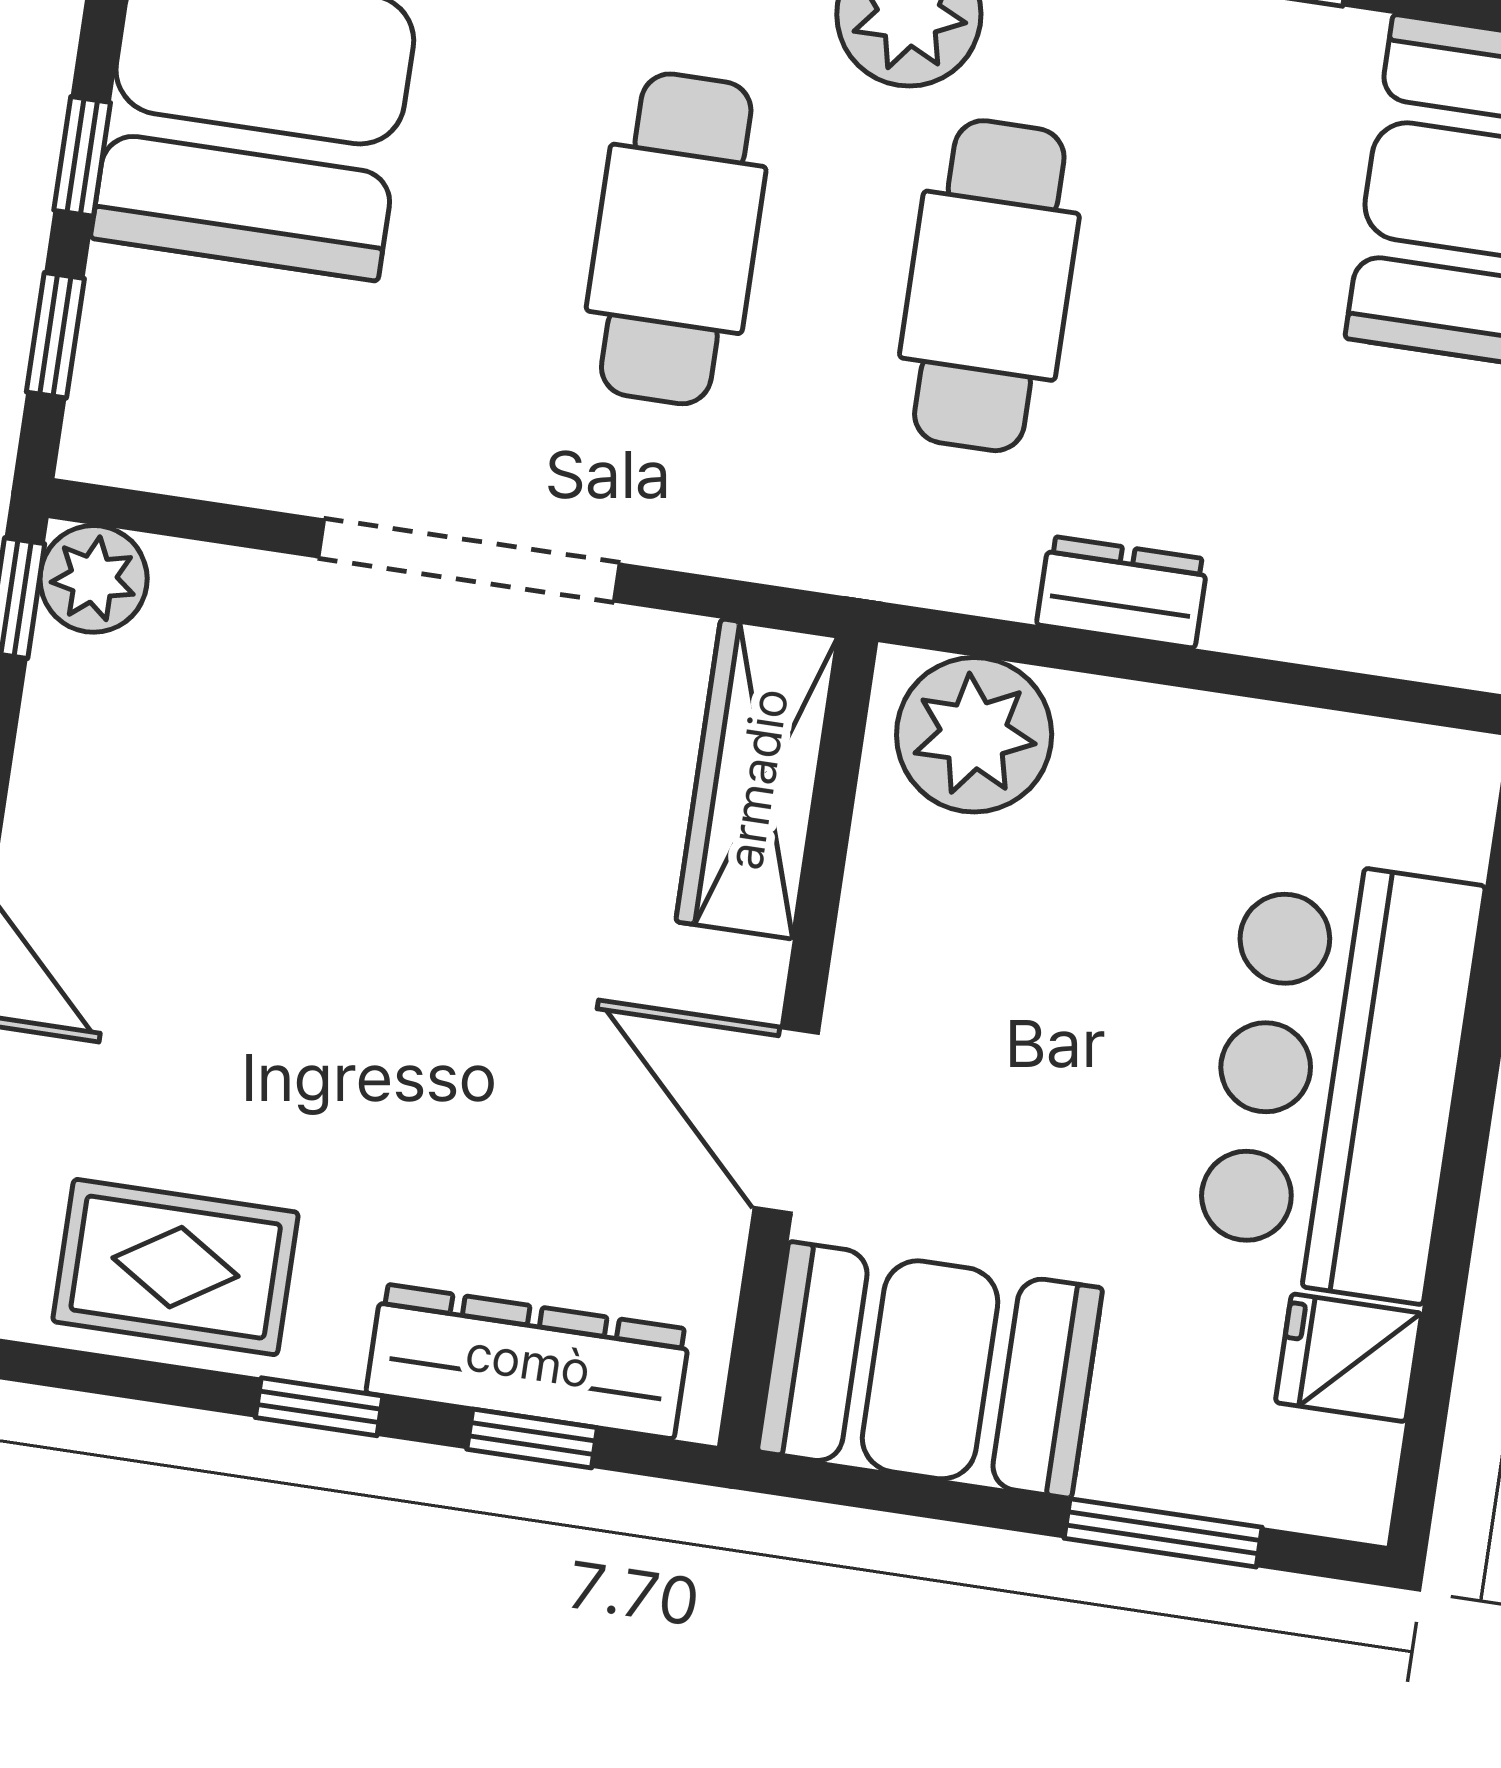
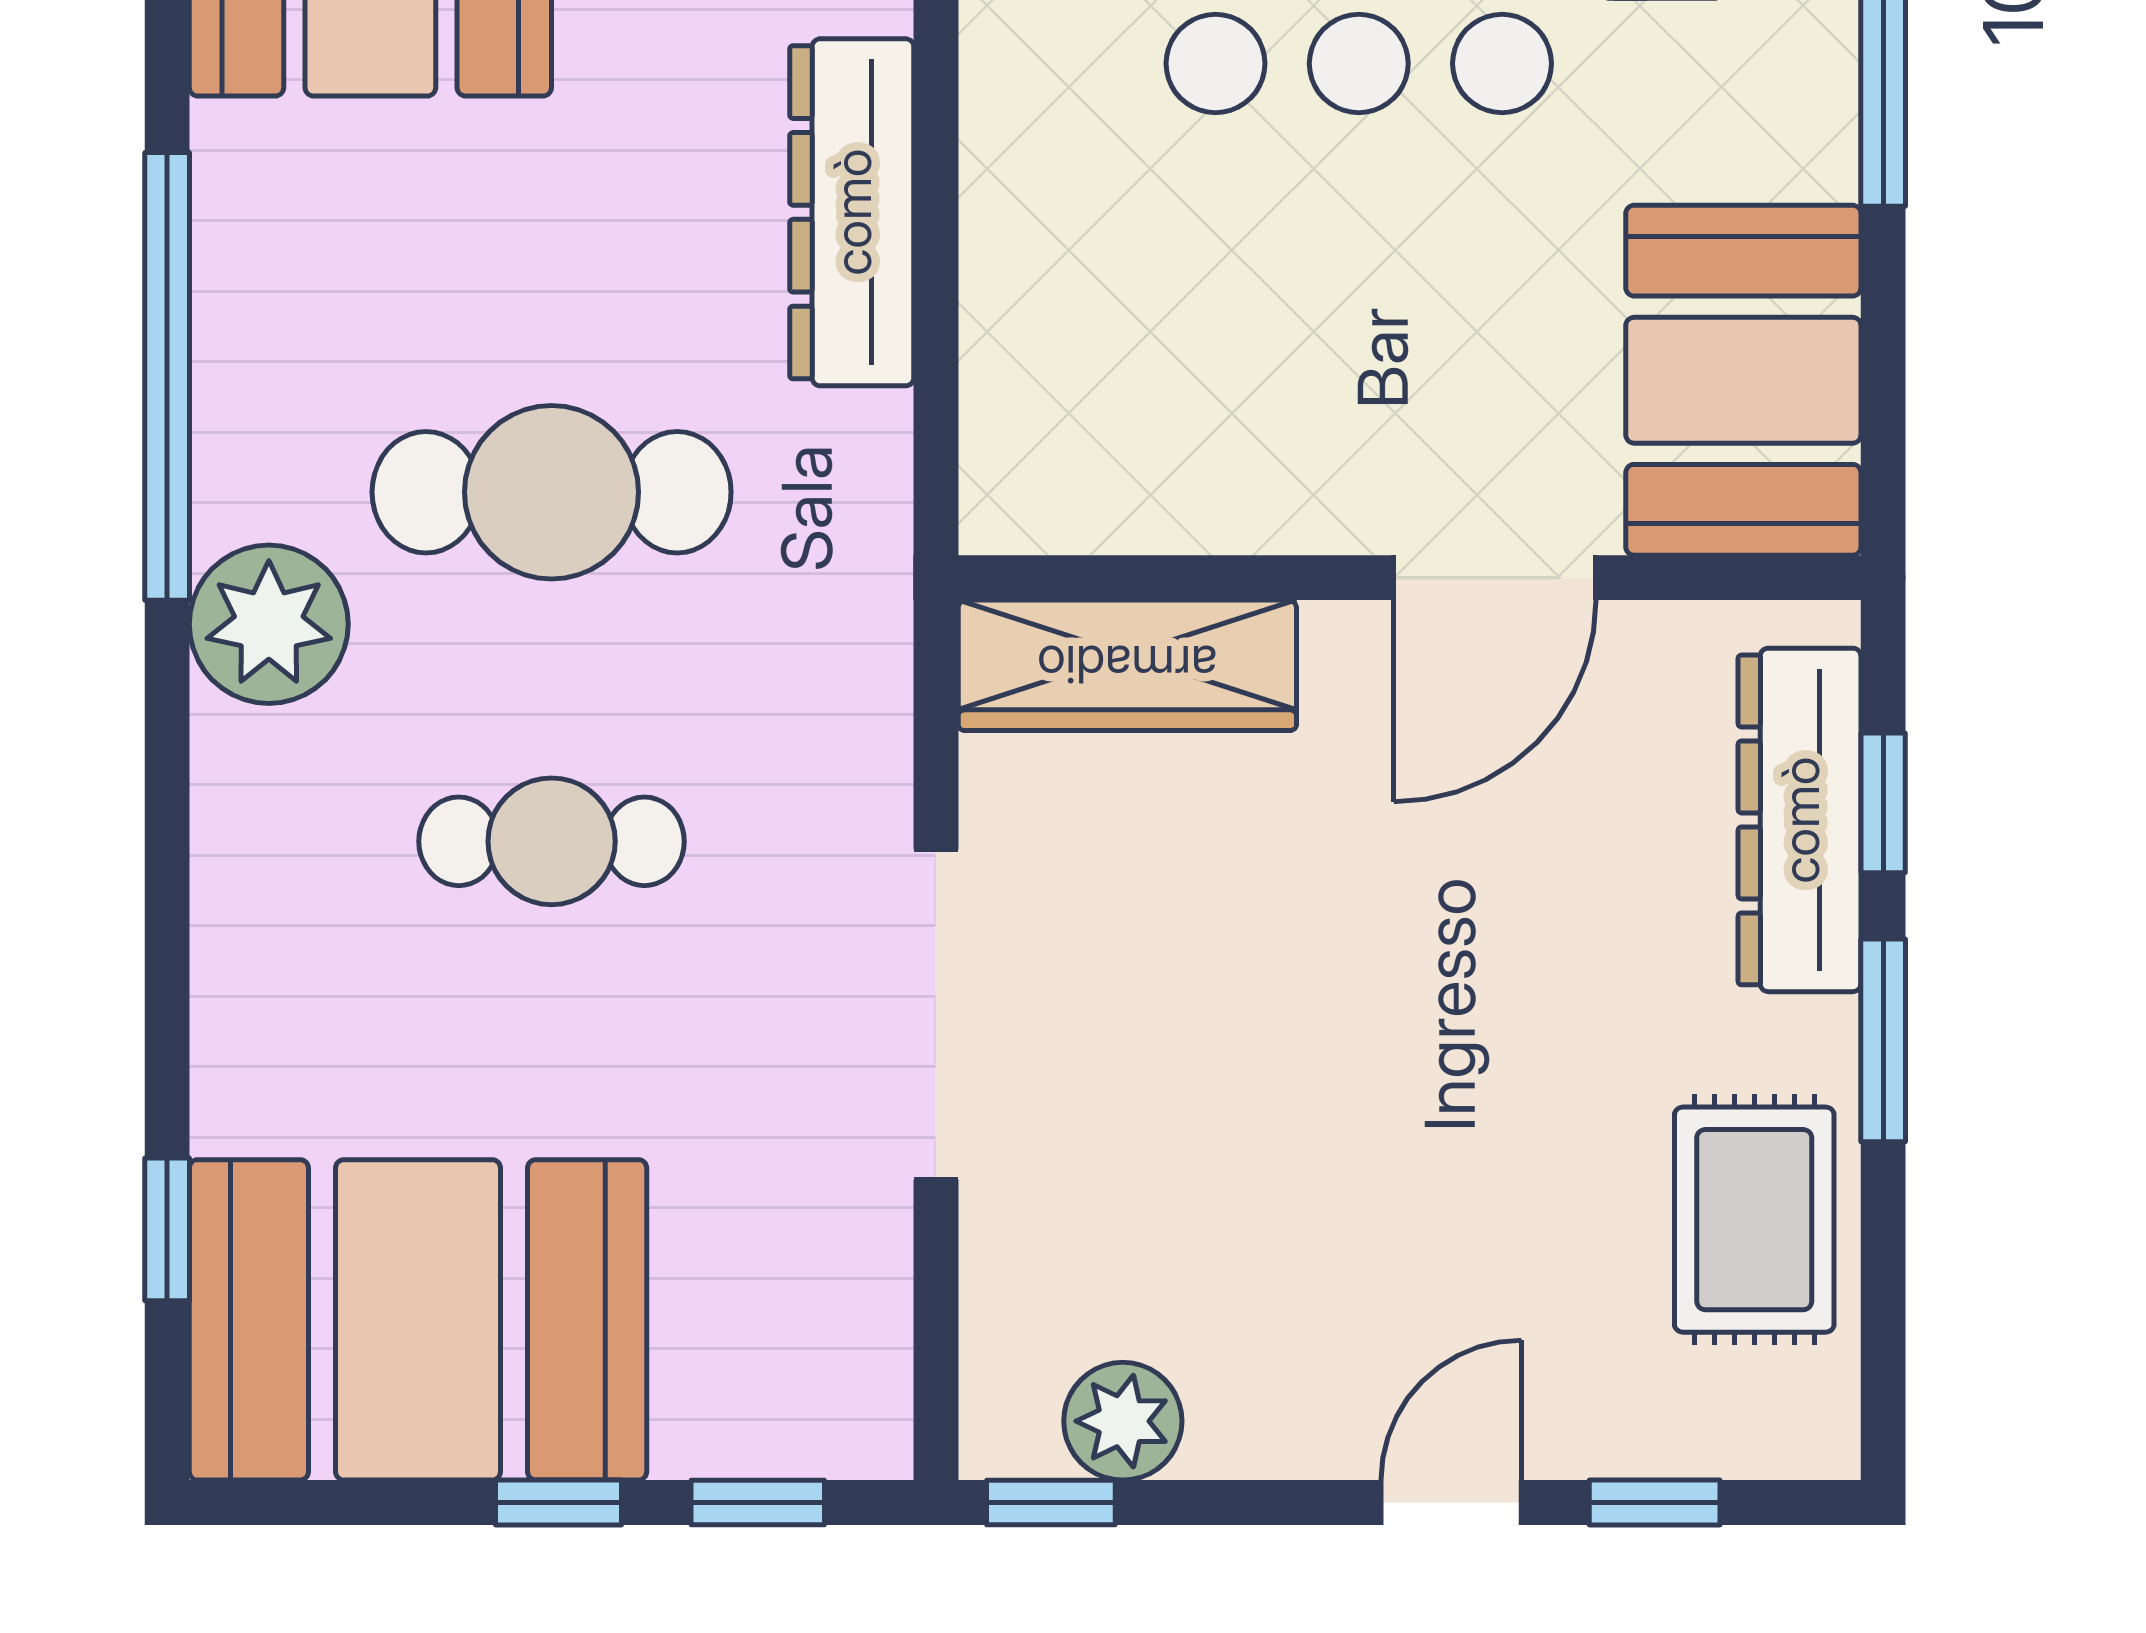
cafe table: (676, 239) -> (552, 841), width x0.73, depth x0.74
plant: (94, 579) -> (1123, 1421), moved
dresser: (1122, 592) -> (852, 212), width x1.96, depth x1.24
plant: (974, 735) -> (1044, 436), removed
window: (319, 1407) -> (1883, 1040), width x1.50

